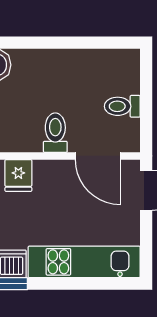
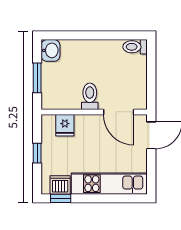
toilet: (122, 106) -> (135, 47), moved

